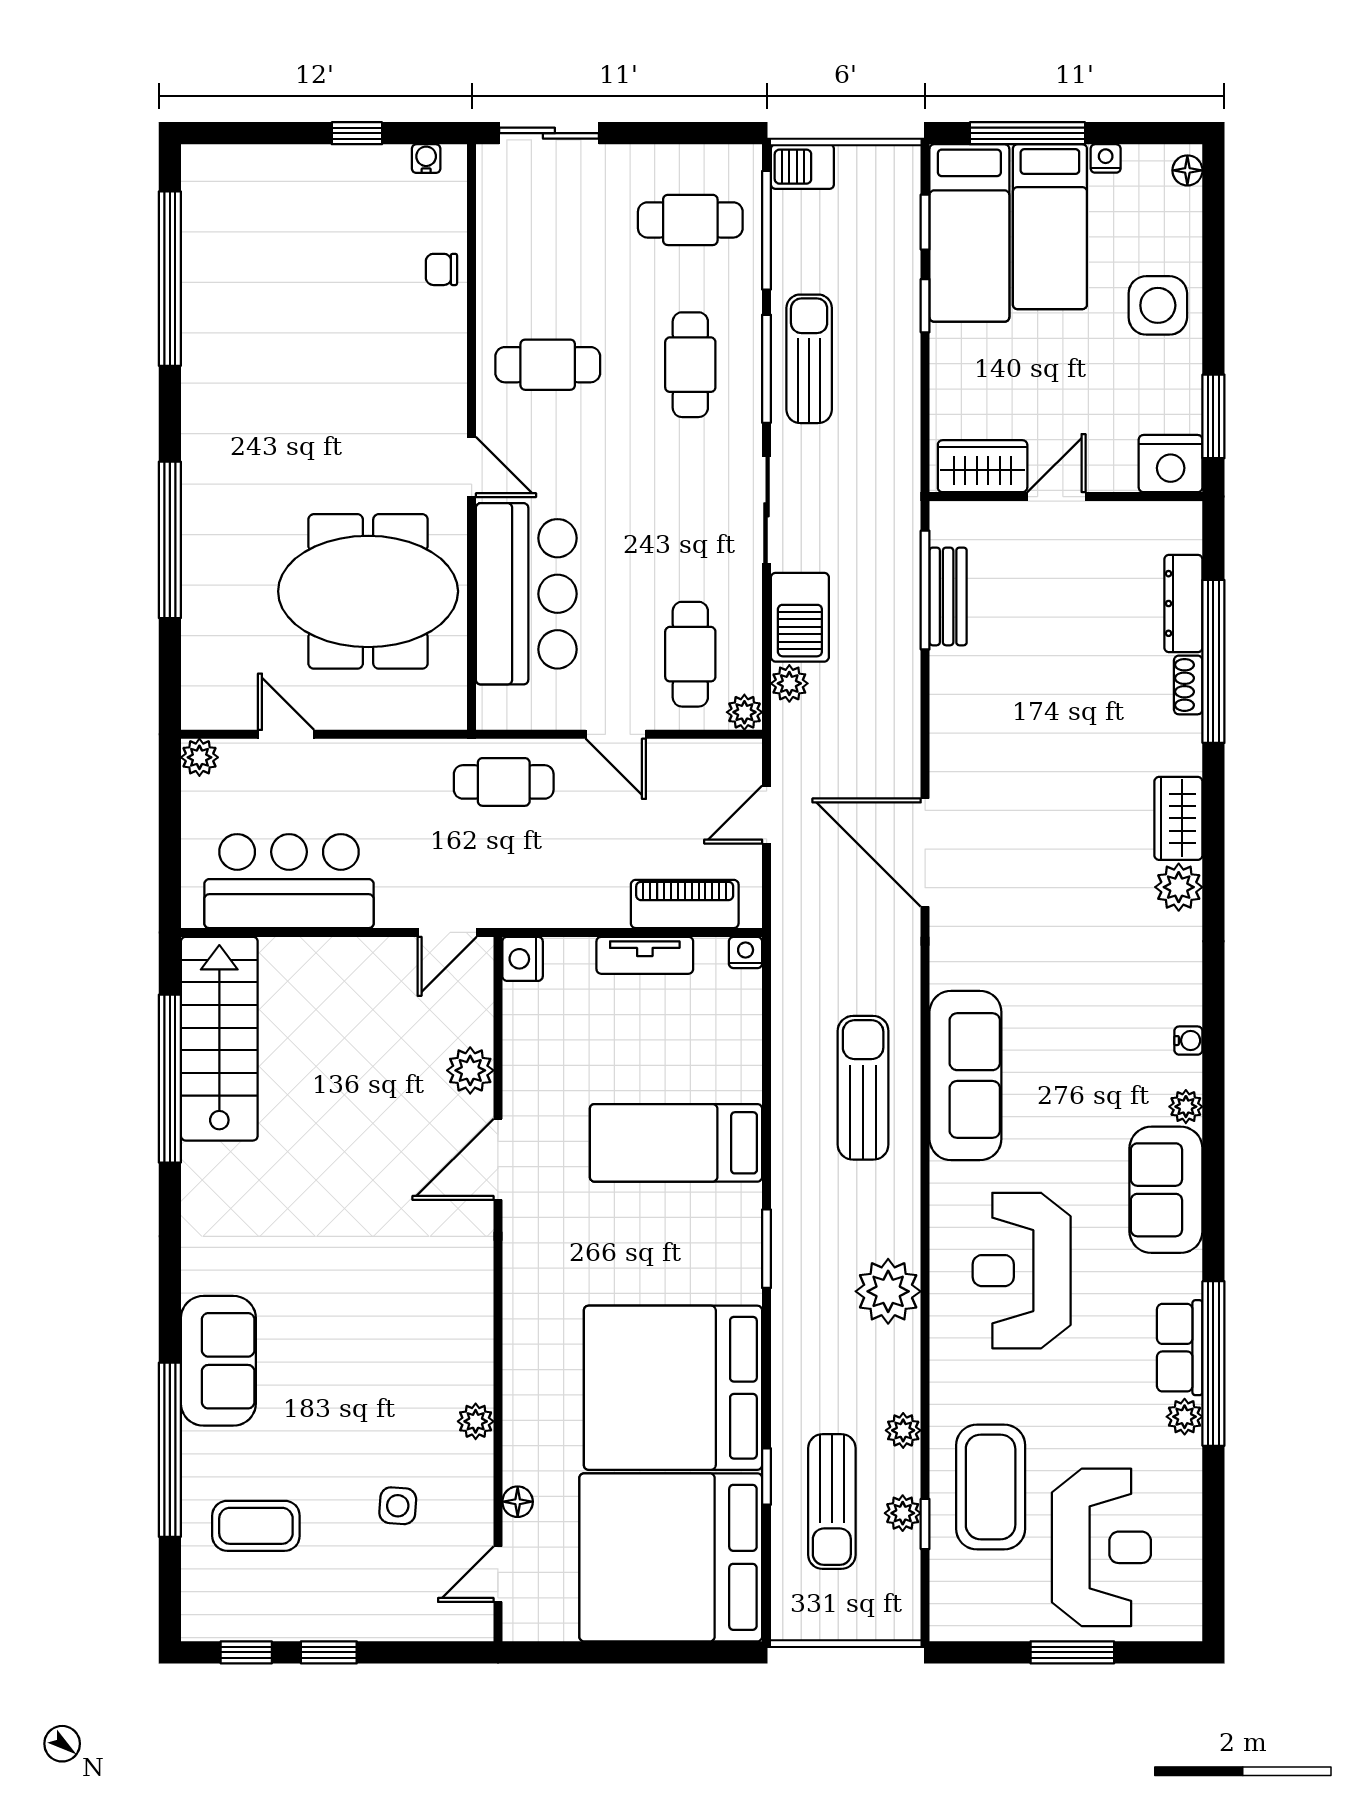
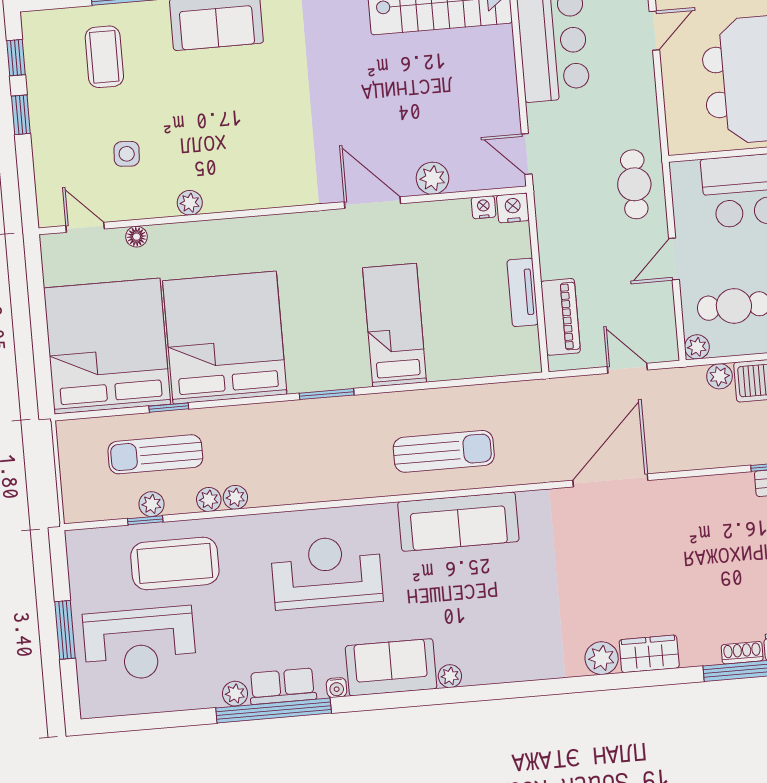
nightstand: (746, 953) -> (483, 207), moved, turned -90
water cooler: (1188, 1041) -> (337, 688), moved
plant: (888, 1291) -> (235, 497), moved, width x0.53, depth x0.53

